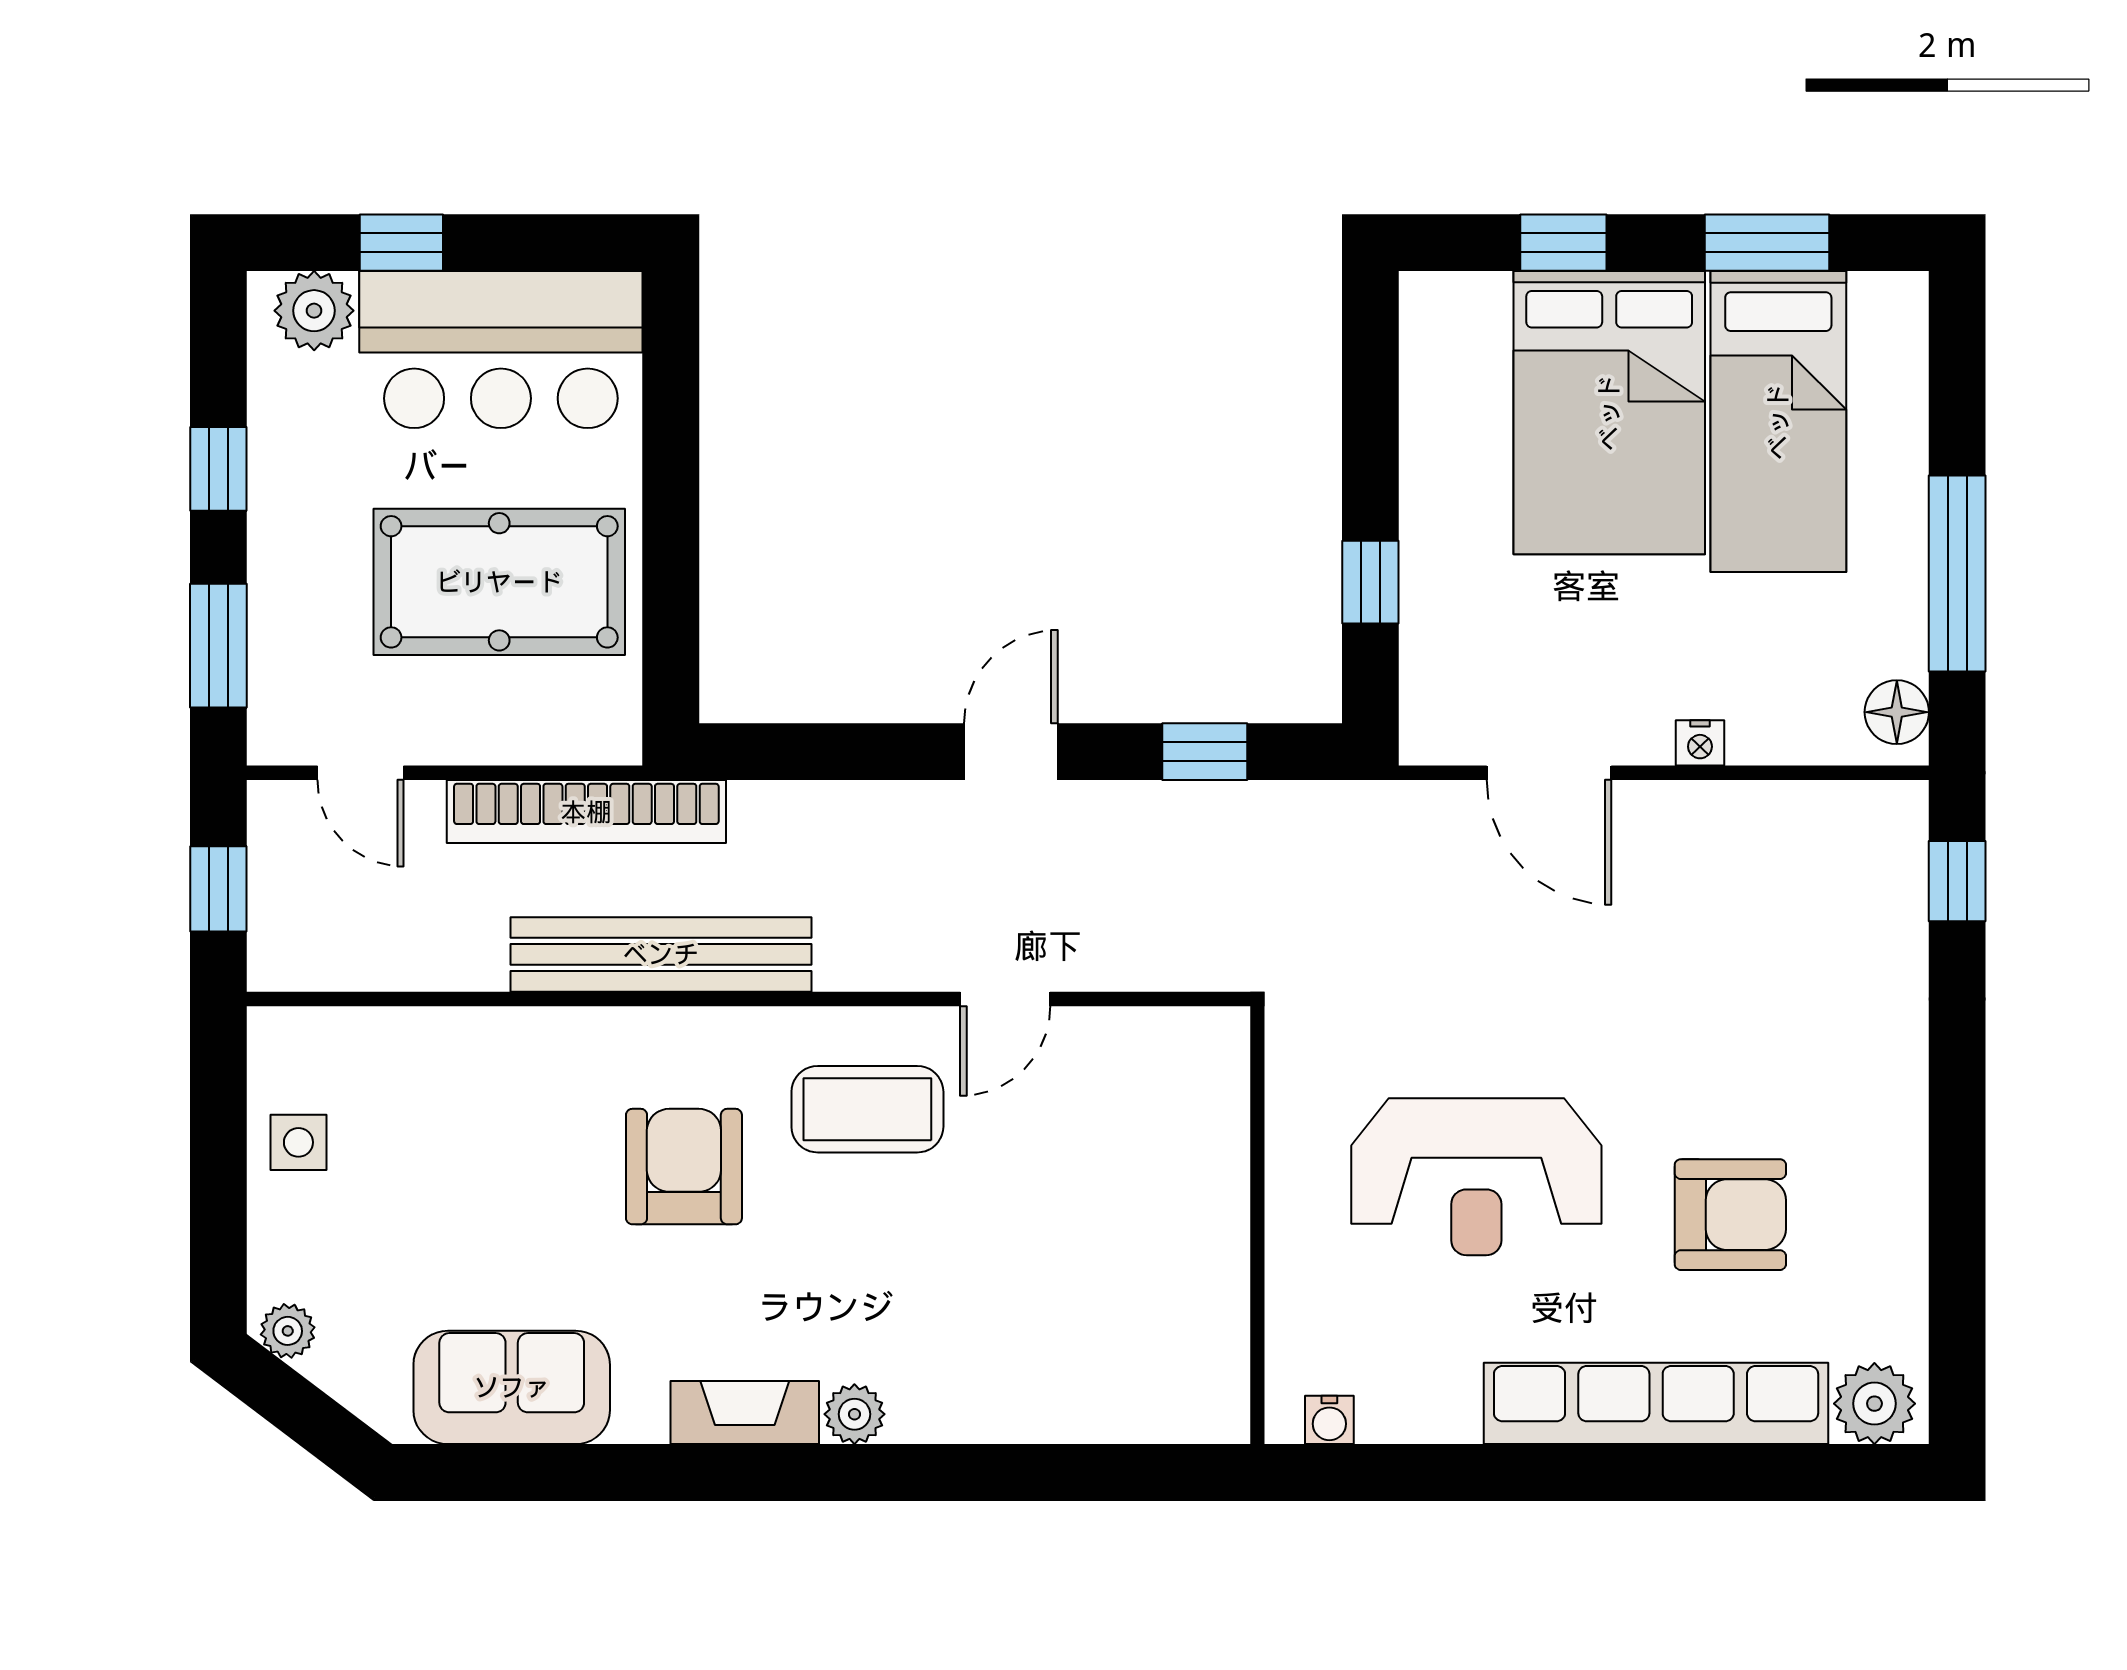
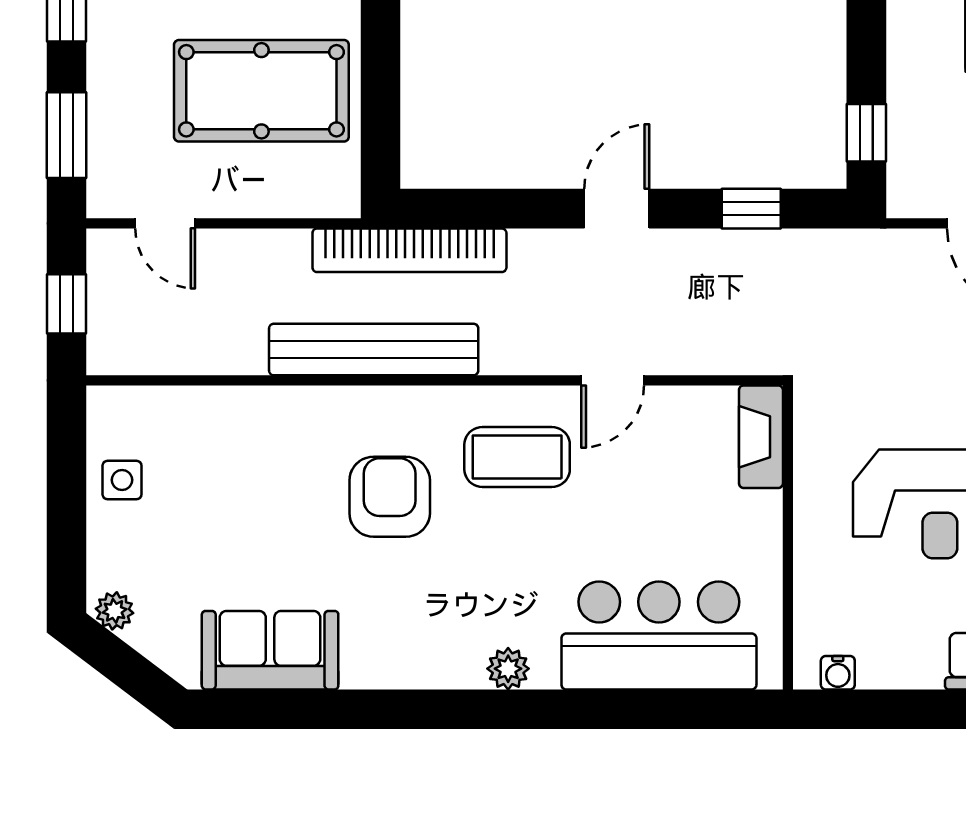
window: (1370, 582) -> (866, 133), moved
bookcase: (586, 812) -> (409, 250), moved
bar counter: (1072, 1366) -> (659, 635), added
fireplace: (745, 1413) -> (761, 437), moved, turned -90

